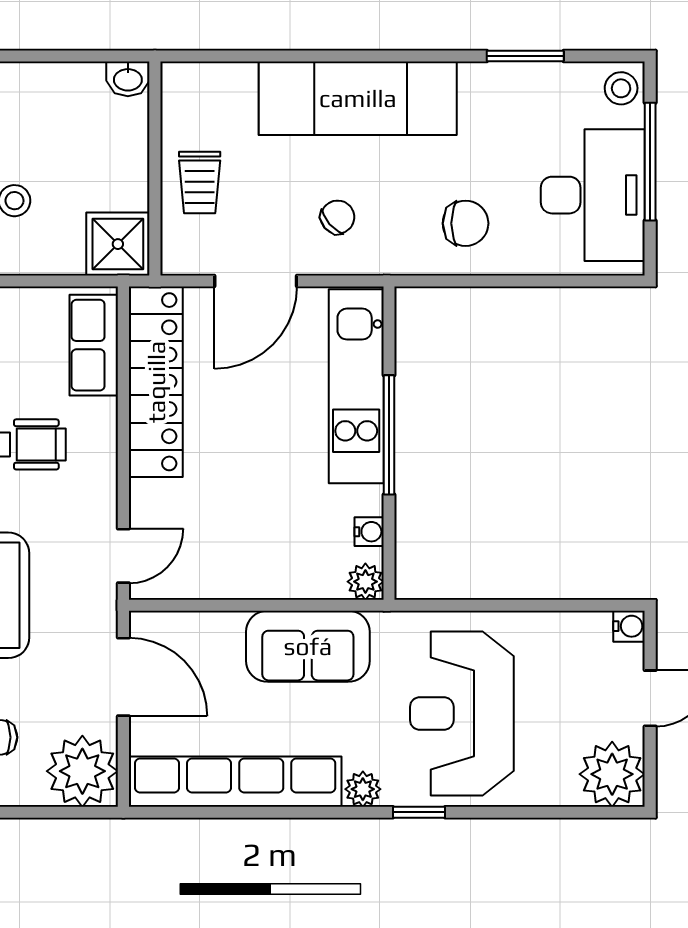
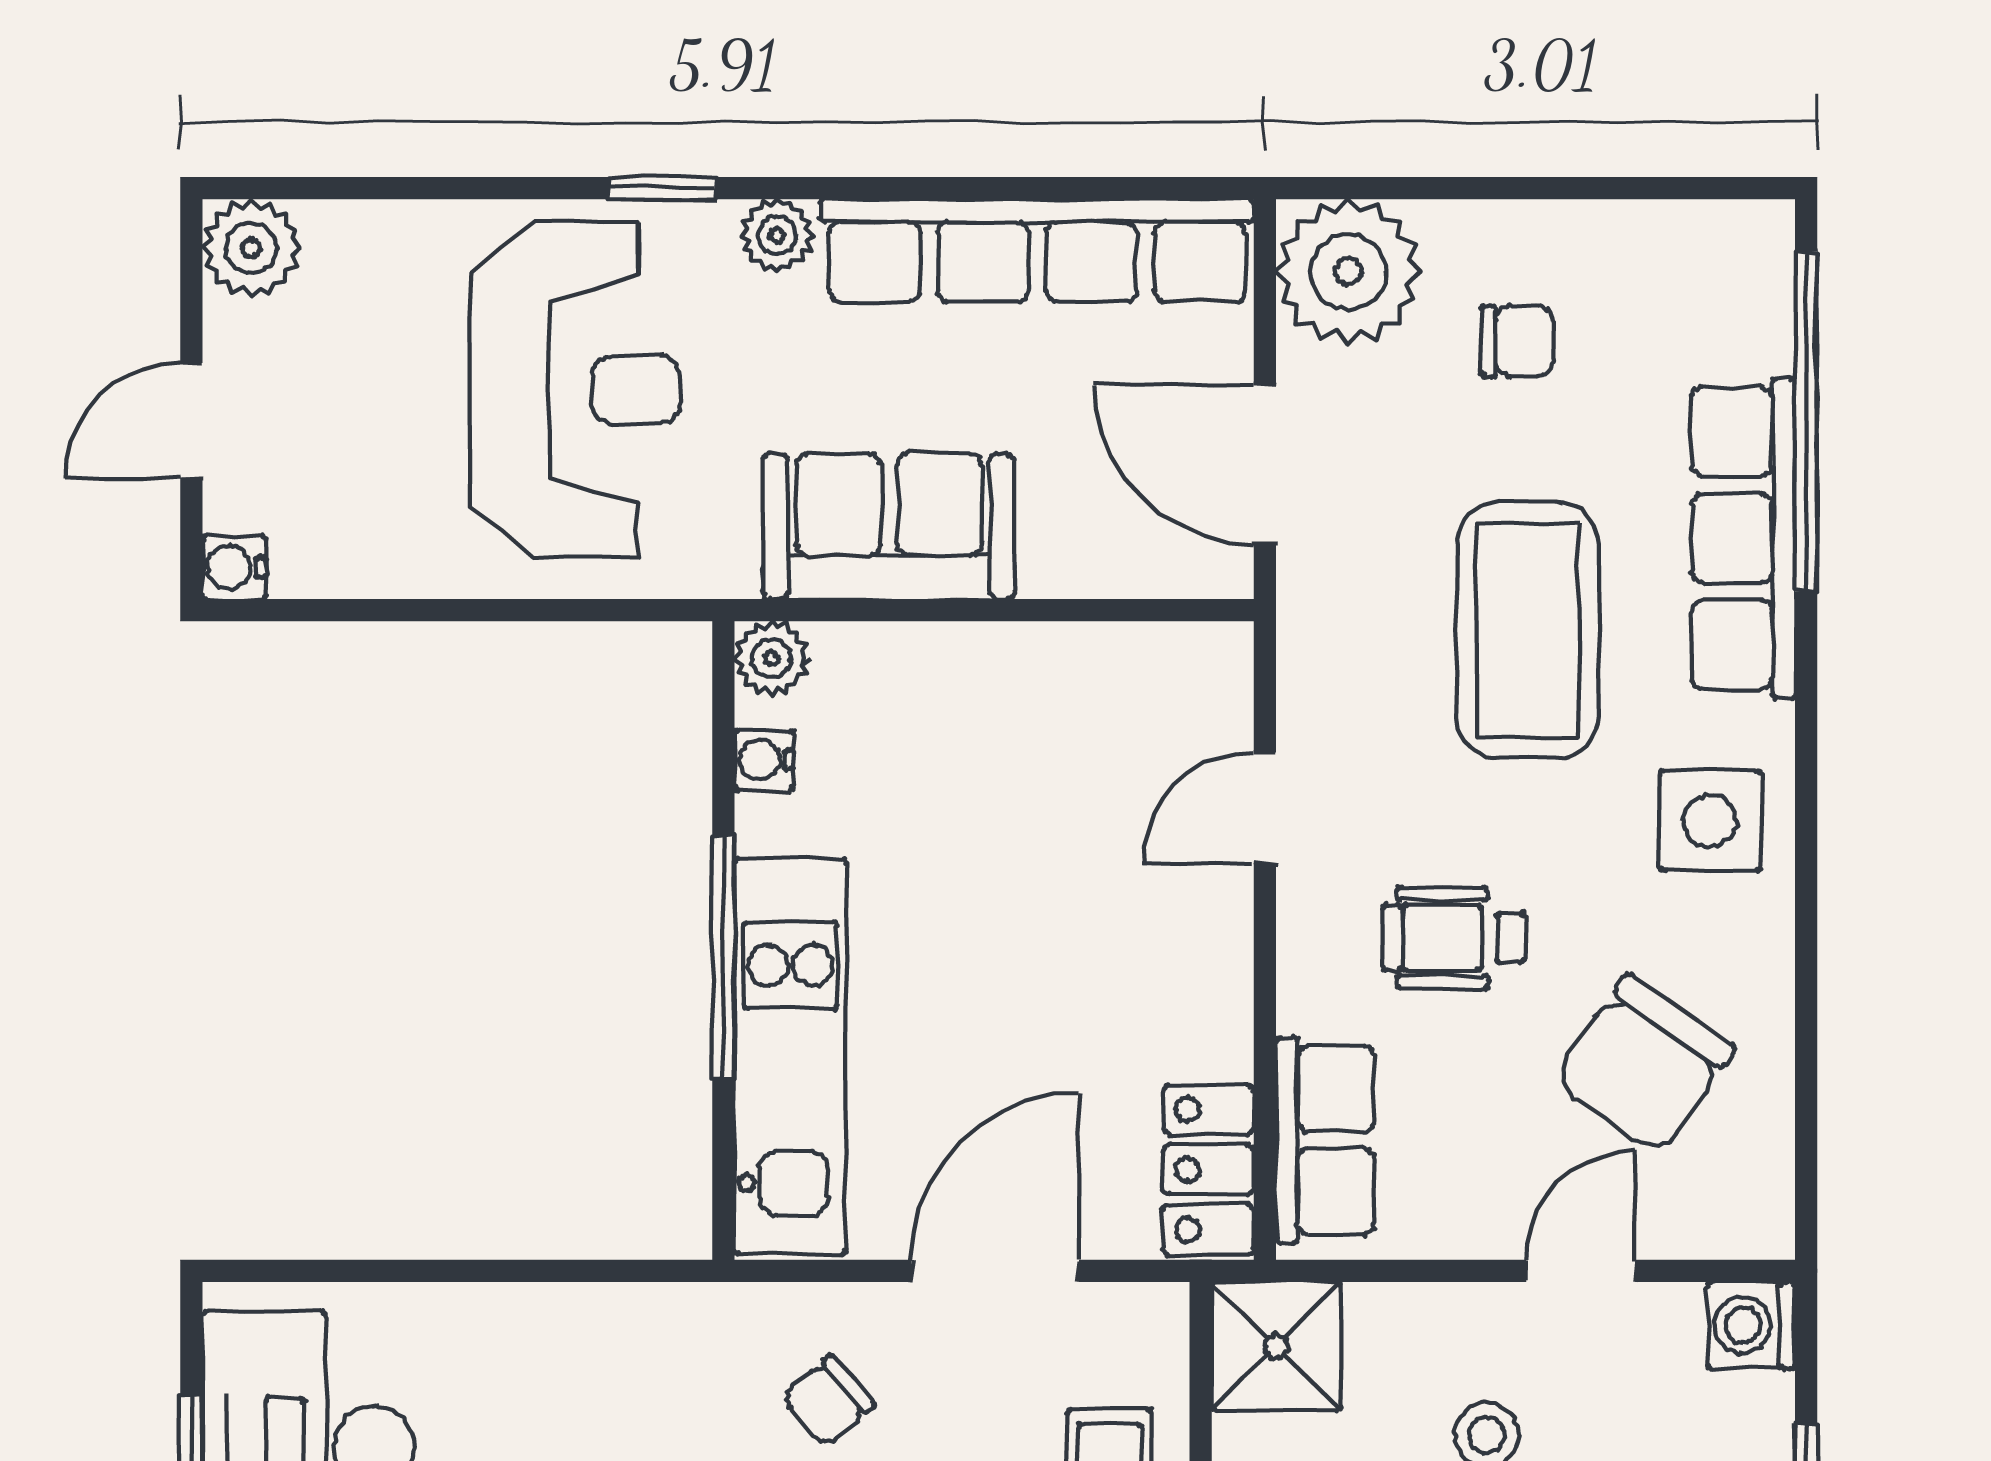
chair: (466, 223) -> (567, 1388), removed
locker: (156, 382) -> (1208, 1170), width x0.46, depth x0.83
door: (123, 556) -> (1265, 808), moved
plant: (612, 774) -> (251, 248), width x0.73, depth x0.73

